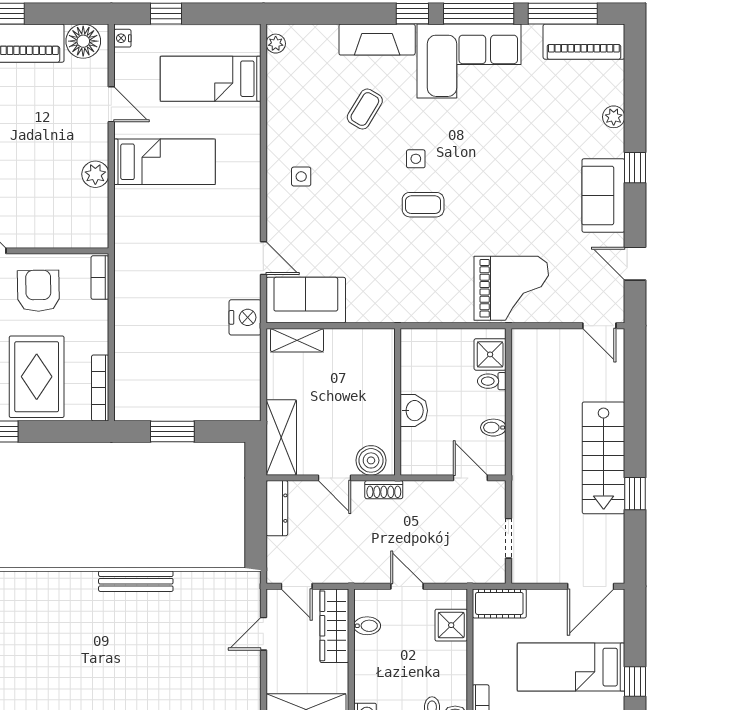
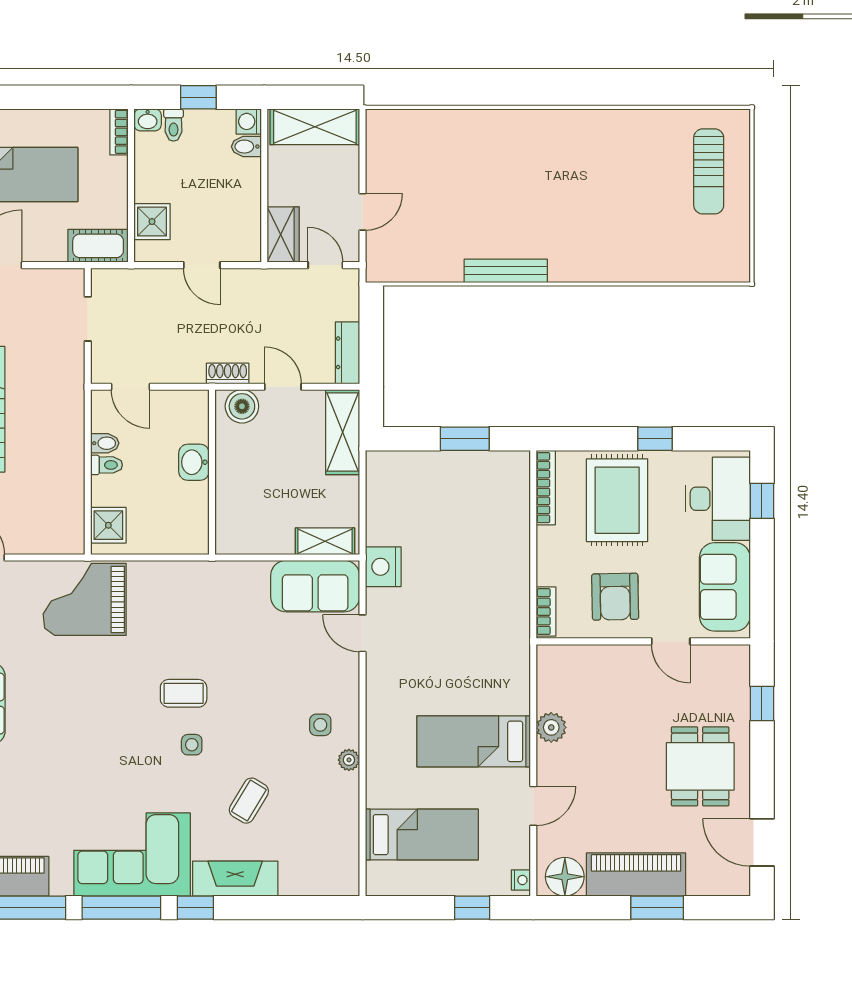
plant: (276, 44) -> (349, 760), moved
door: (111, 104) -> (533, 806), swing flipped
toilet: (492, 381) -> (106, 465), moved
wardrobe: (334, 626) -> (283, 235), width x0.67
bidet: (367, 626) -> (246, 147), moved

